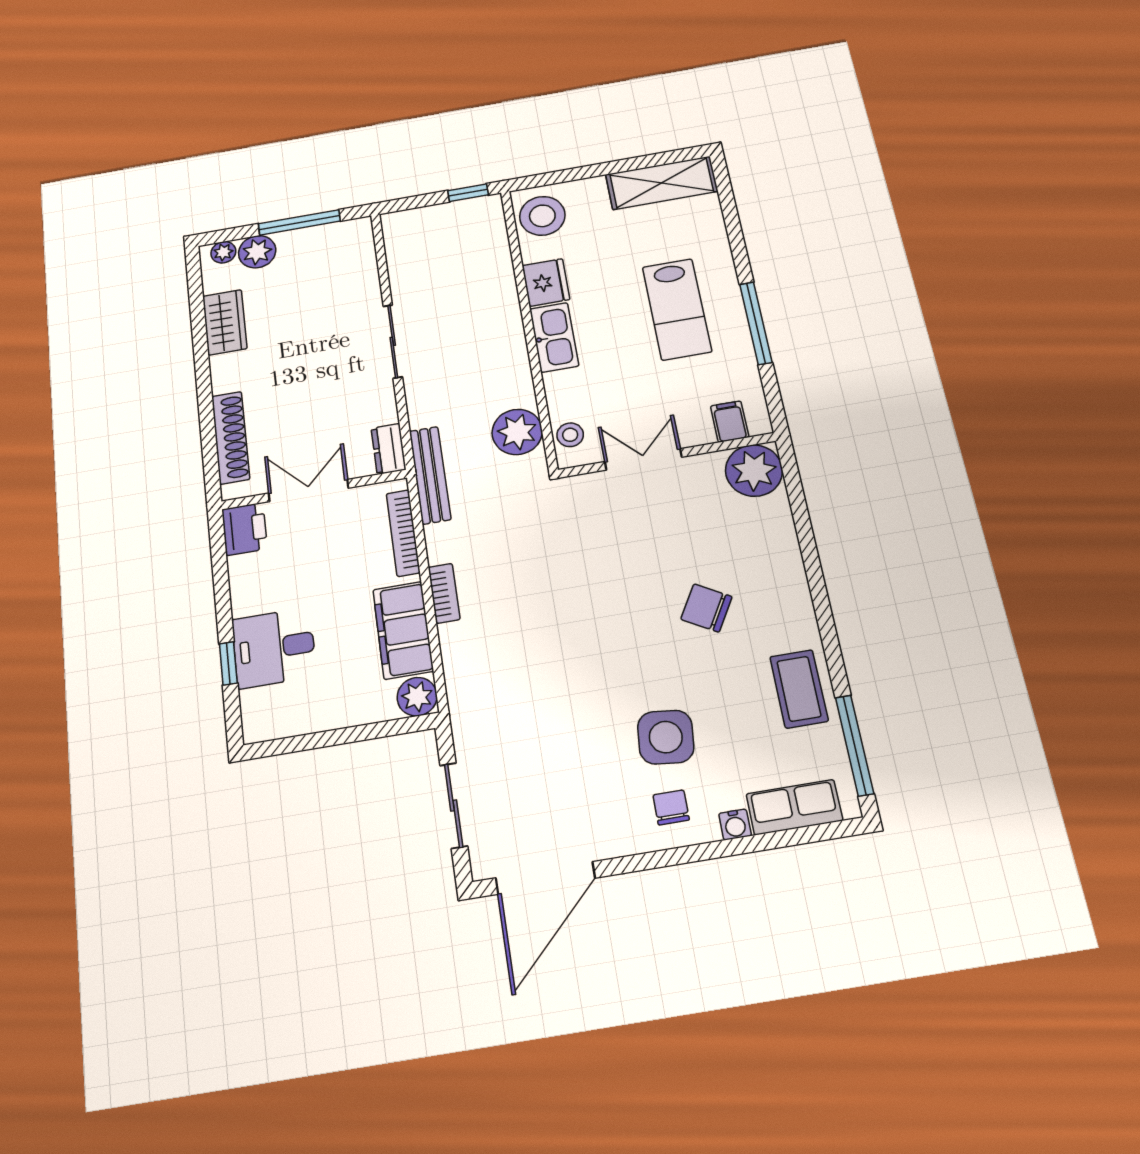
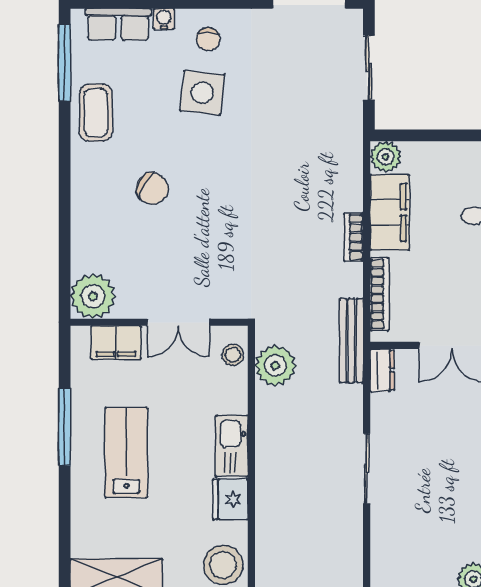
filing cabinet: (730, 422) -> (116, 342), width x2.00

